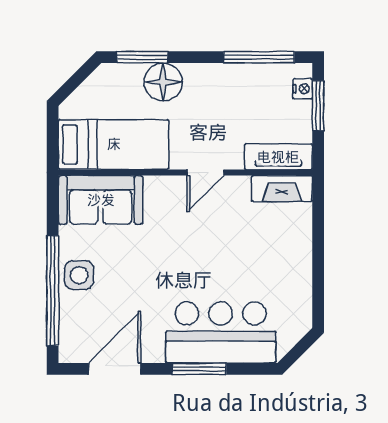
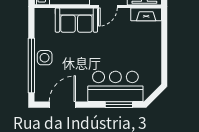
sofa: (101, 200) -> (76, 20), moved
window: (199, 369) -> (119, 105), moved

